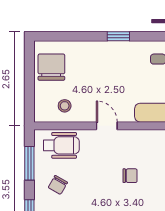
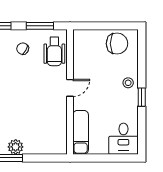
stool: (65, 106) -> (128, 83), moved
chair: (130, 176) -> (30, 106), removed

